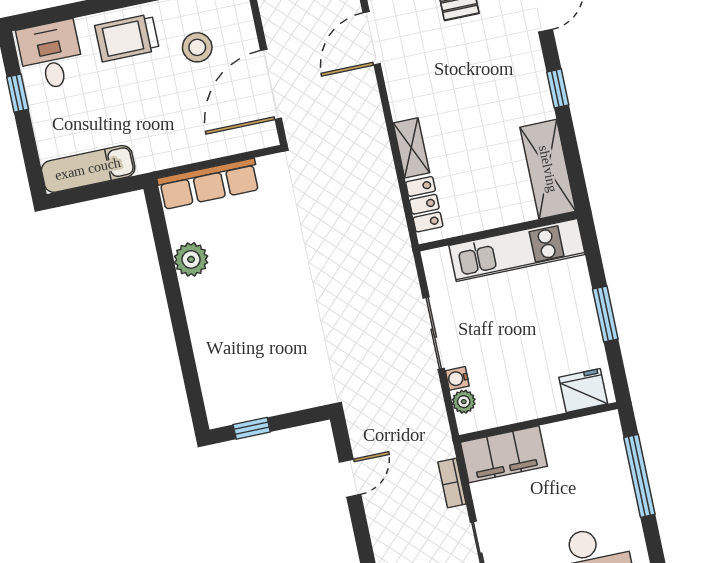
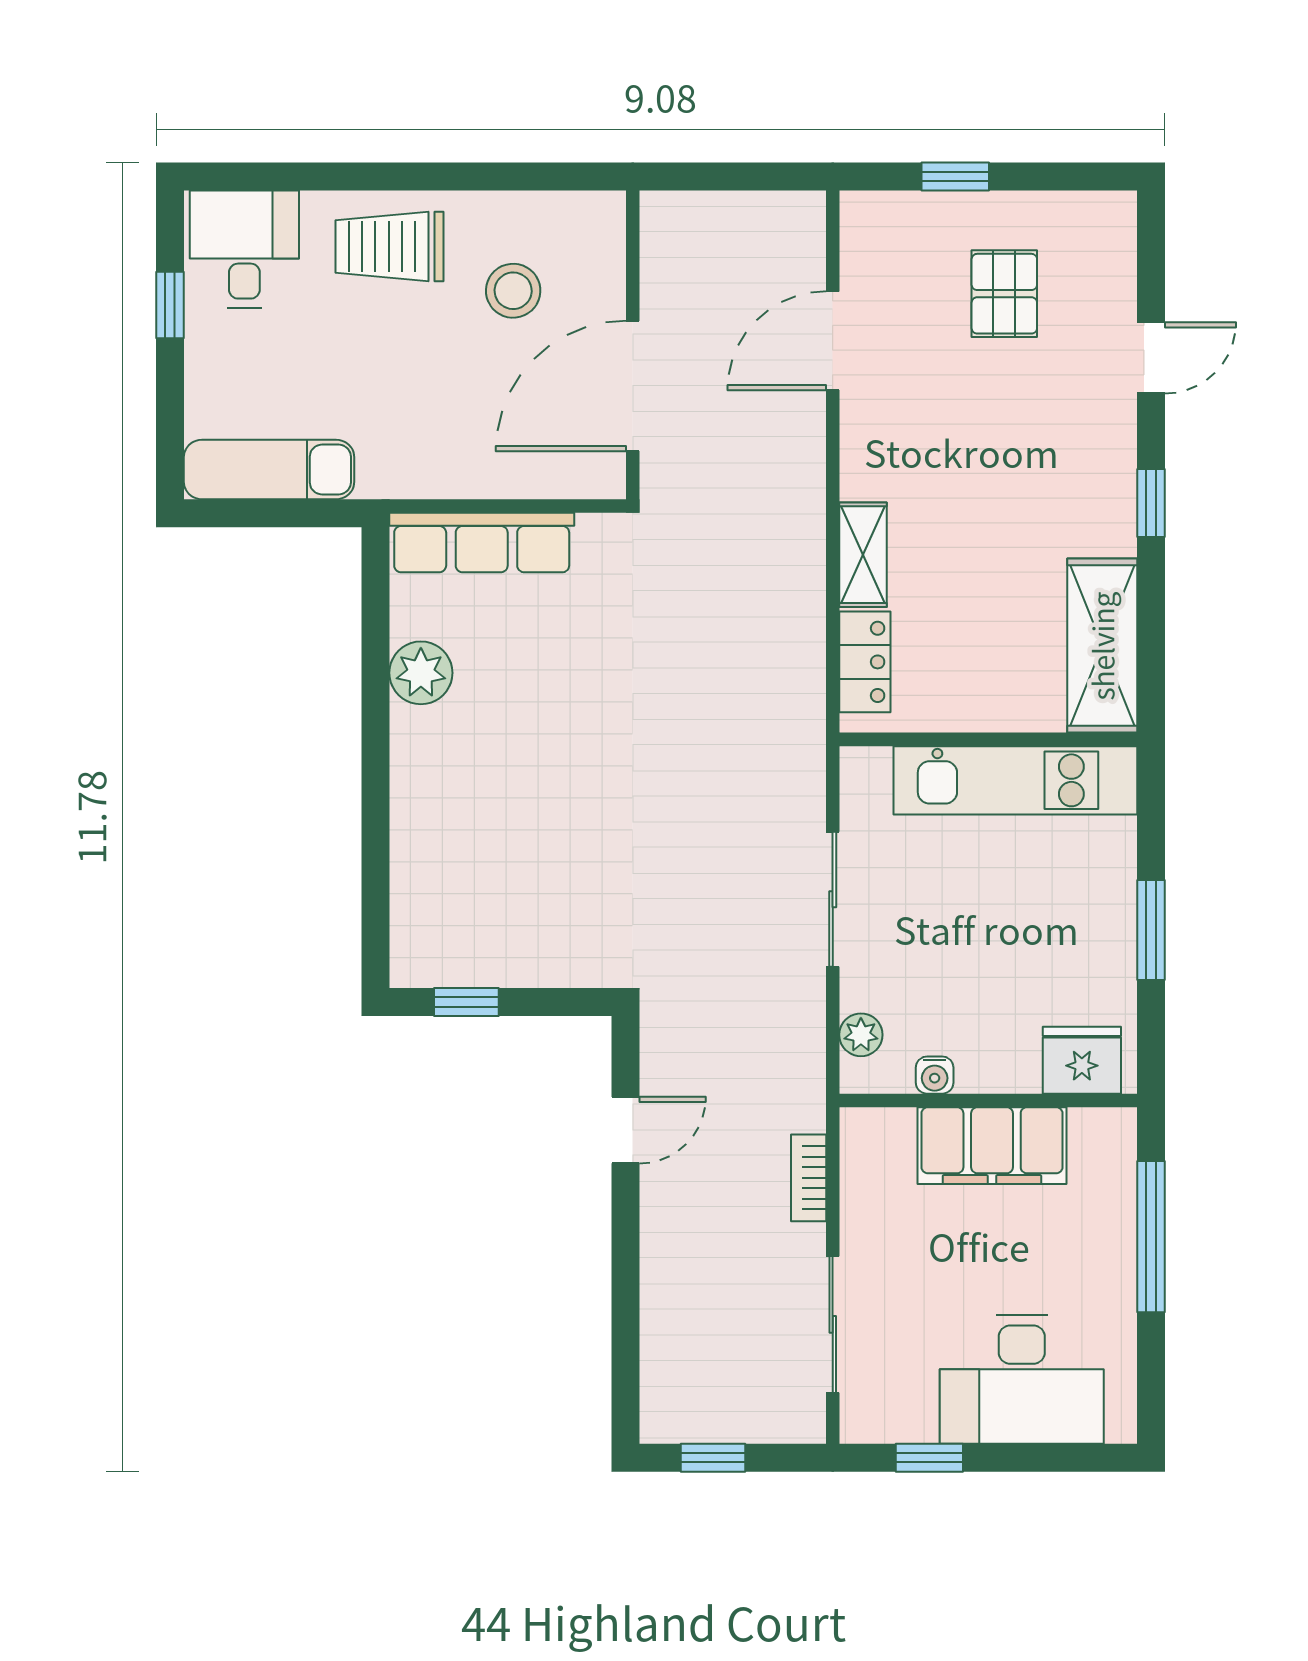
water cooler: (457, 378) -> (935, 1075), moved, turned -90
filing cabinet: (504, 454) -> (992, 1146), moved

